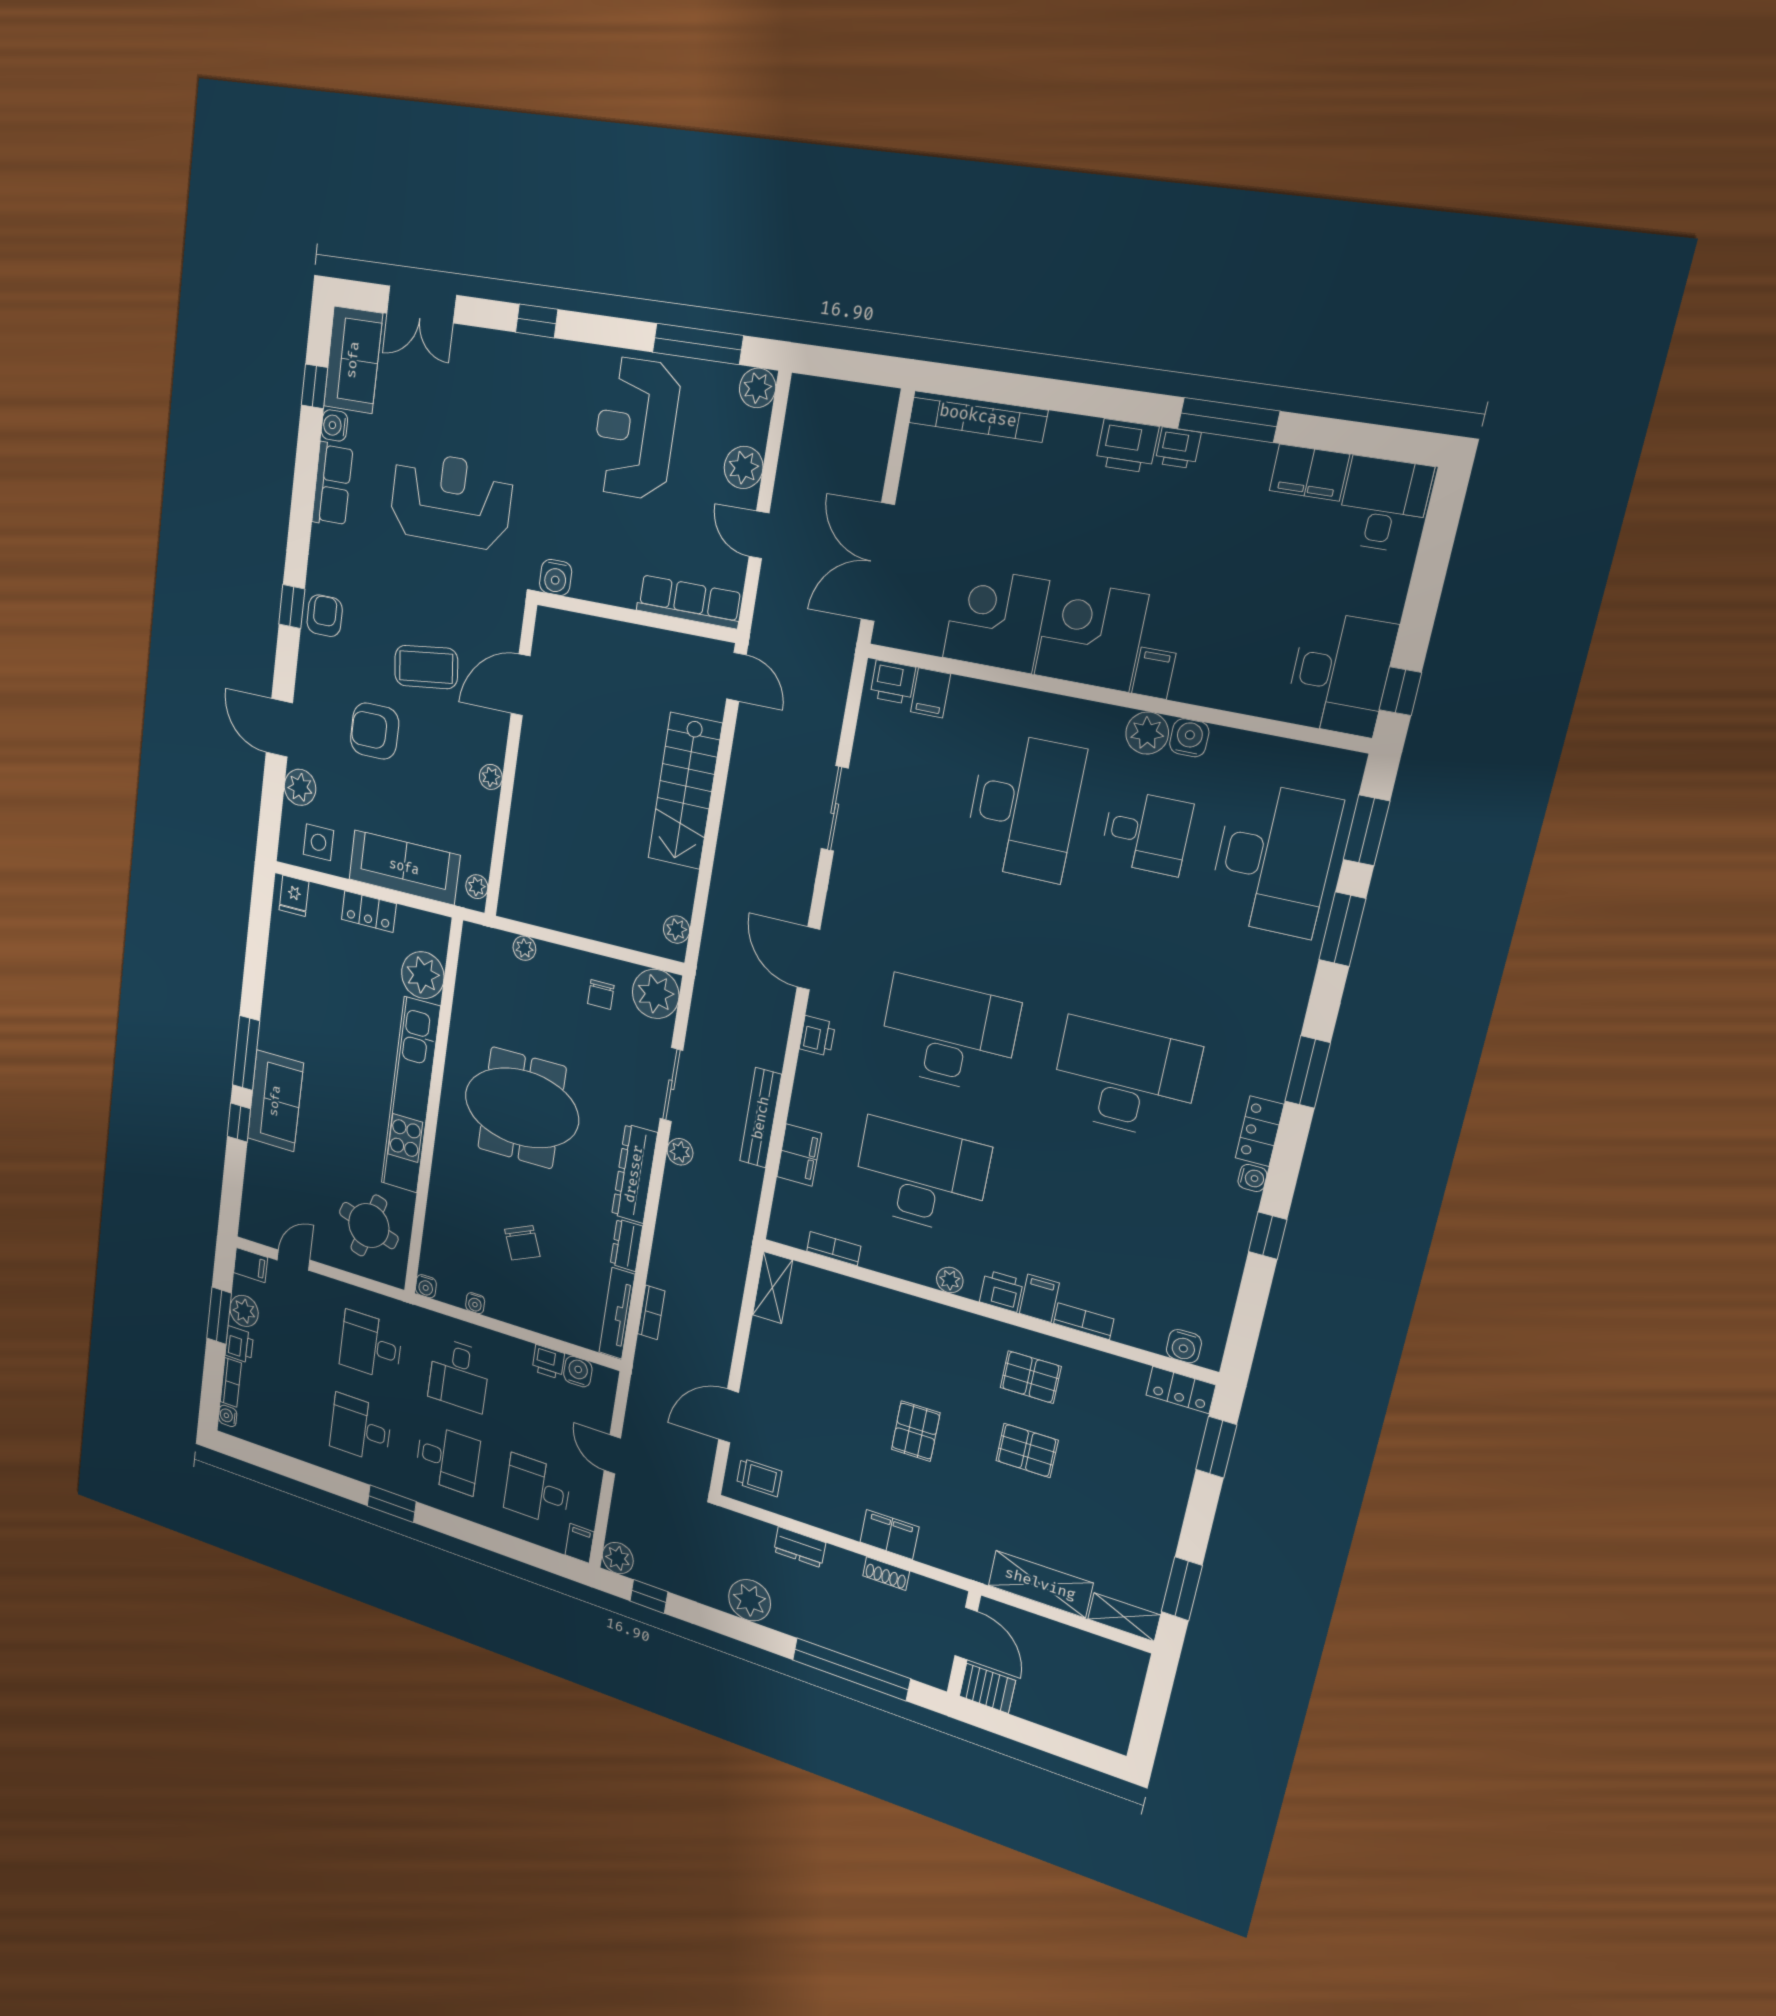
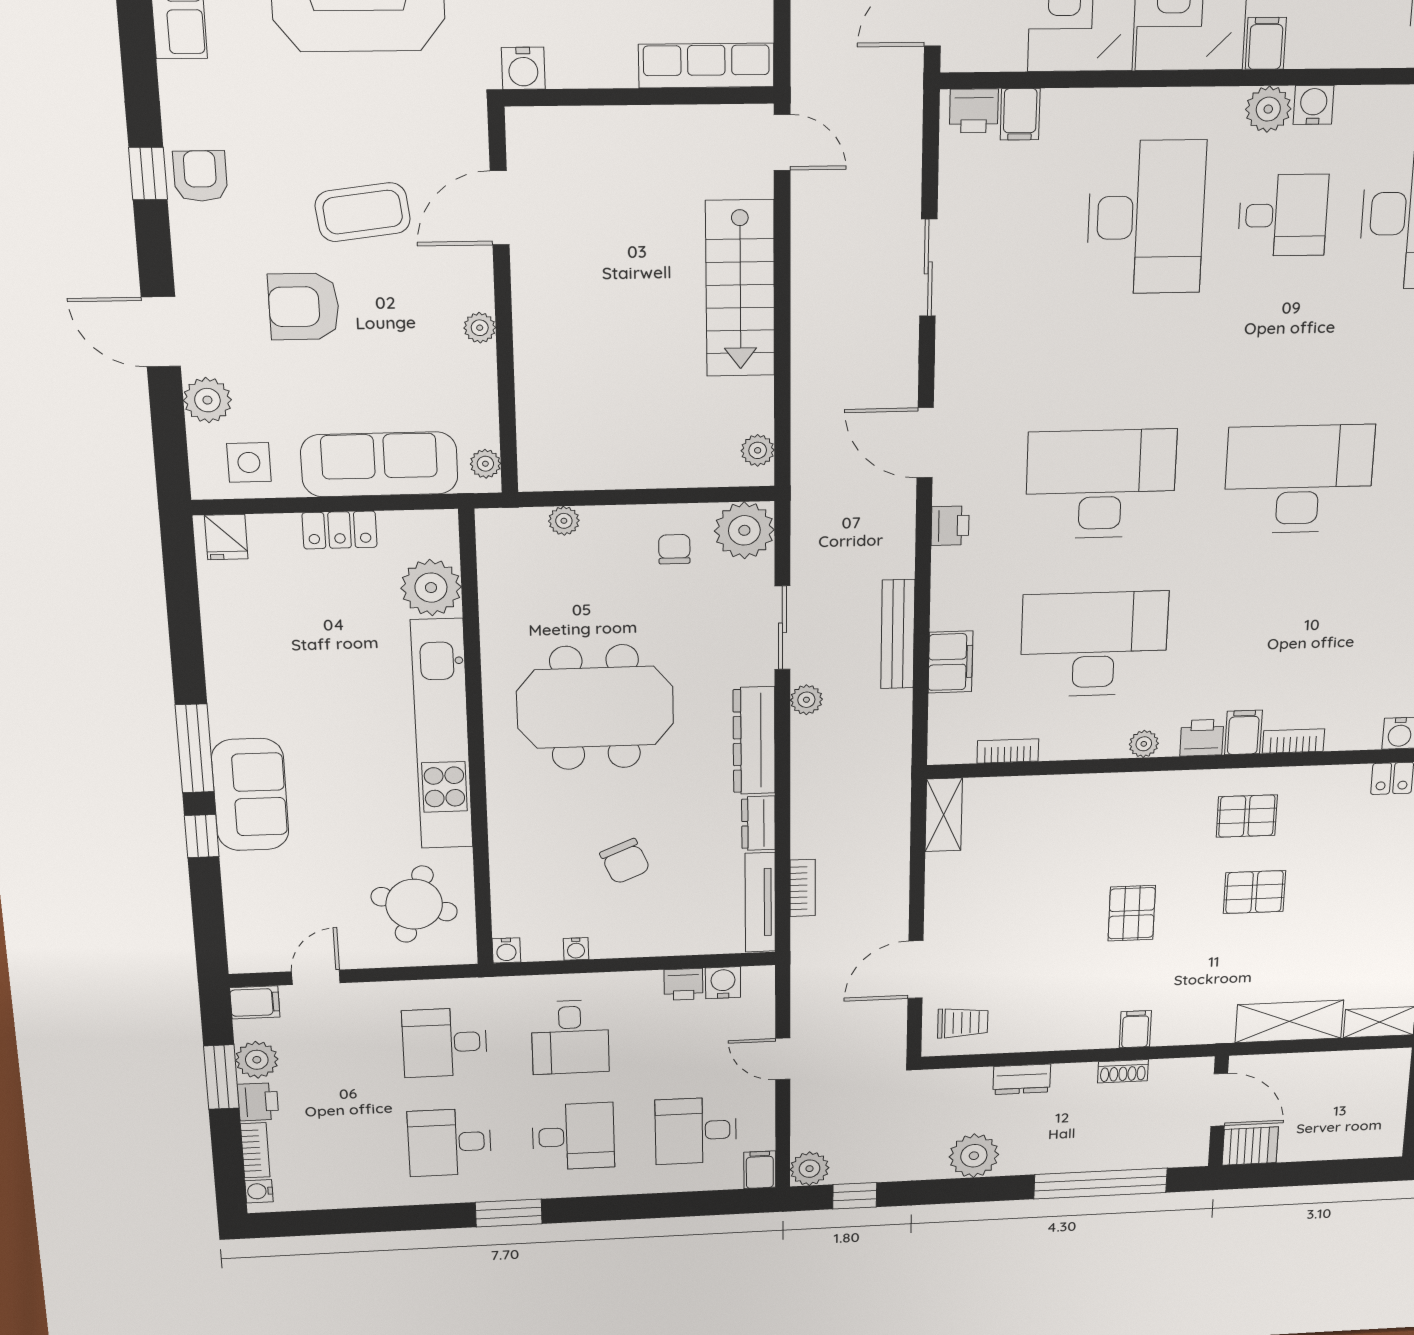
chair: (601, 995) -> (674, 549), turned 180
filing cabinet: (889, 1535) -> (1135, 1029), width x0.50

